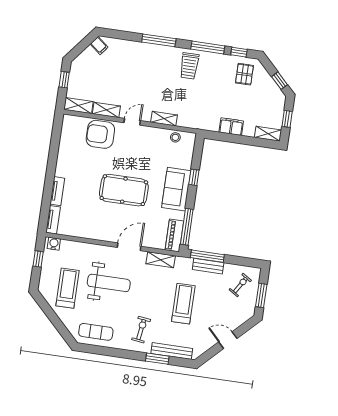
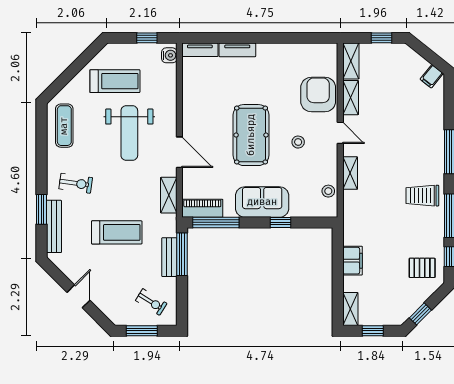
stool: (134, 155) -> (298, 142), added

